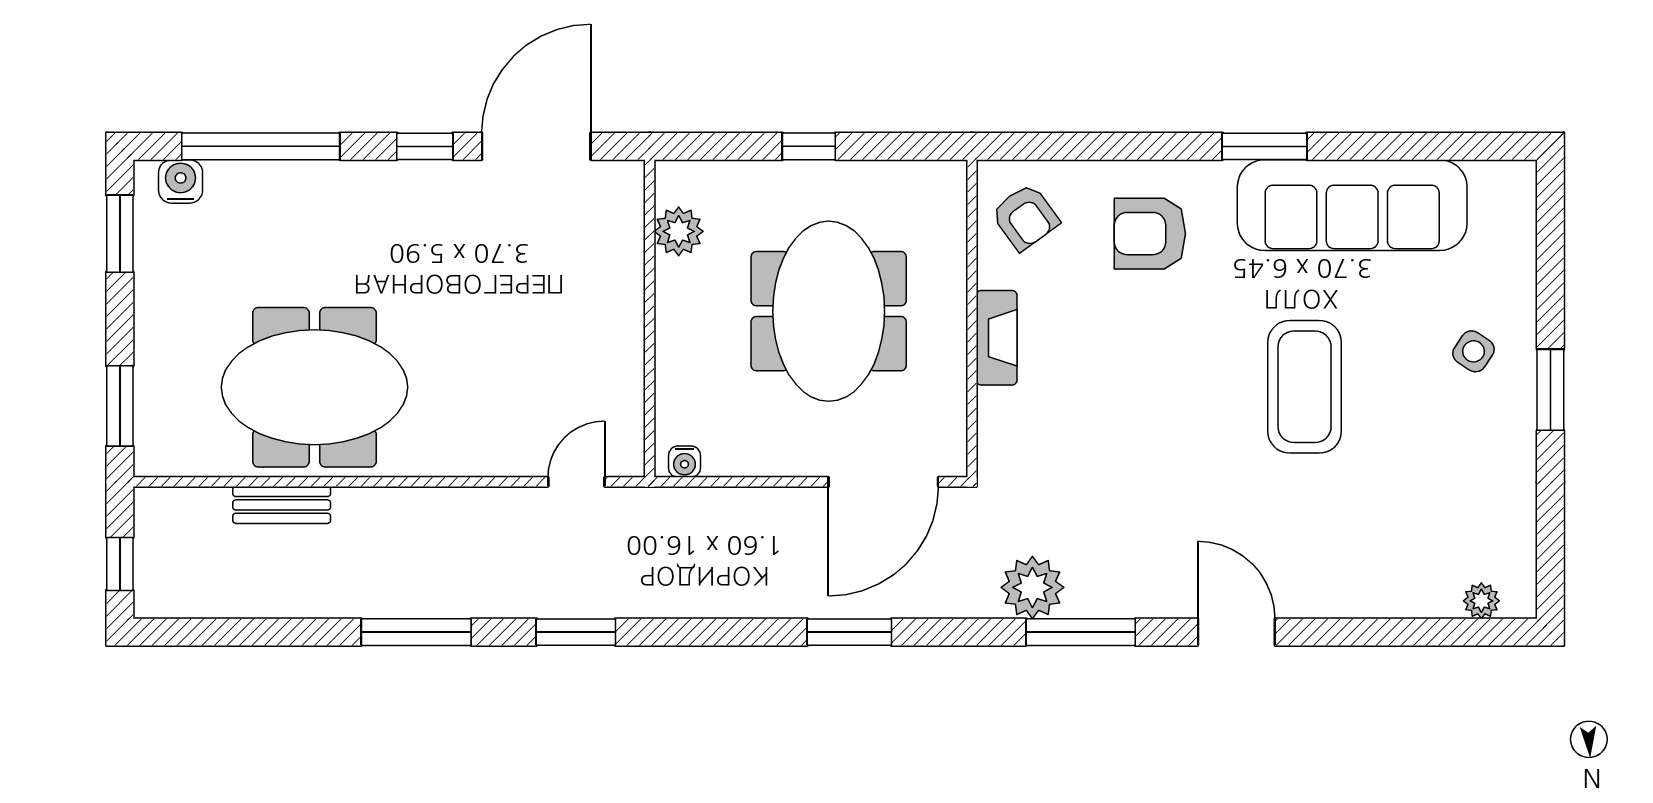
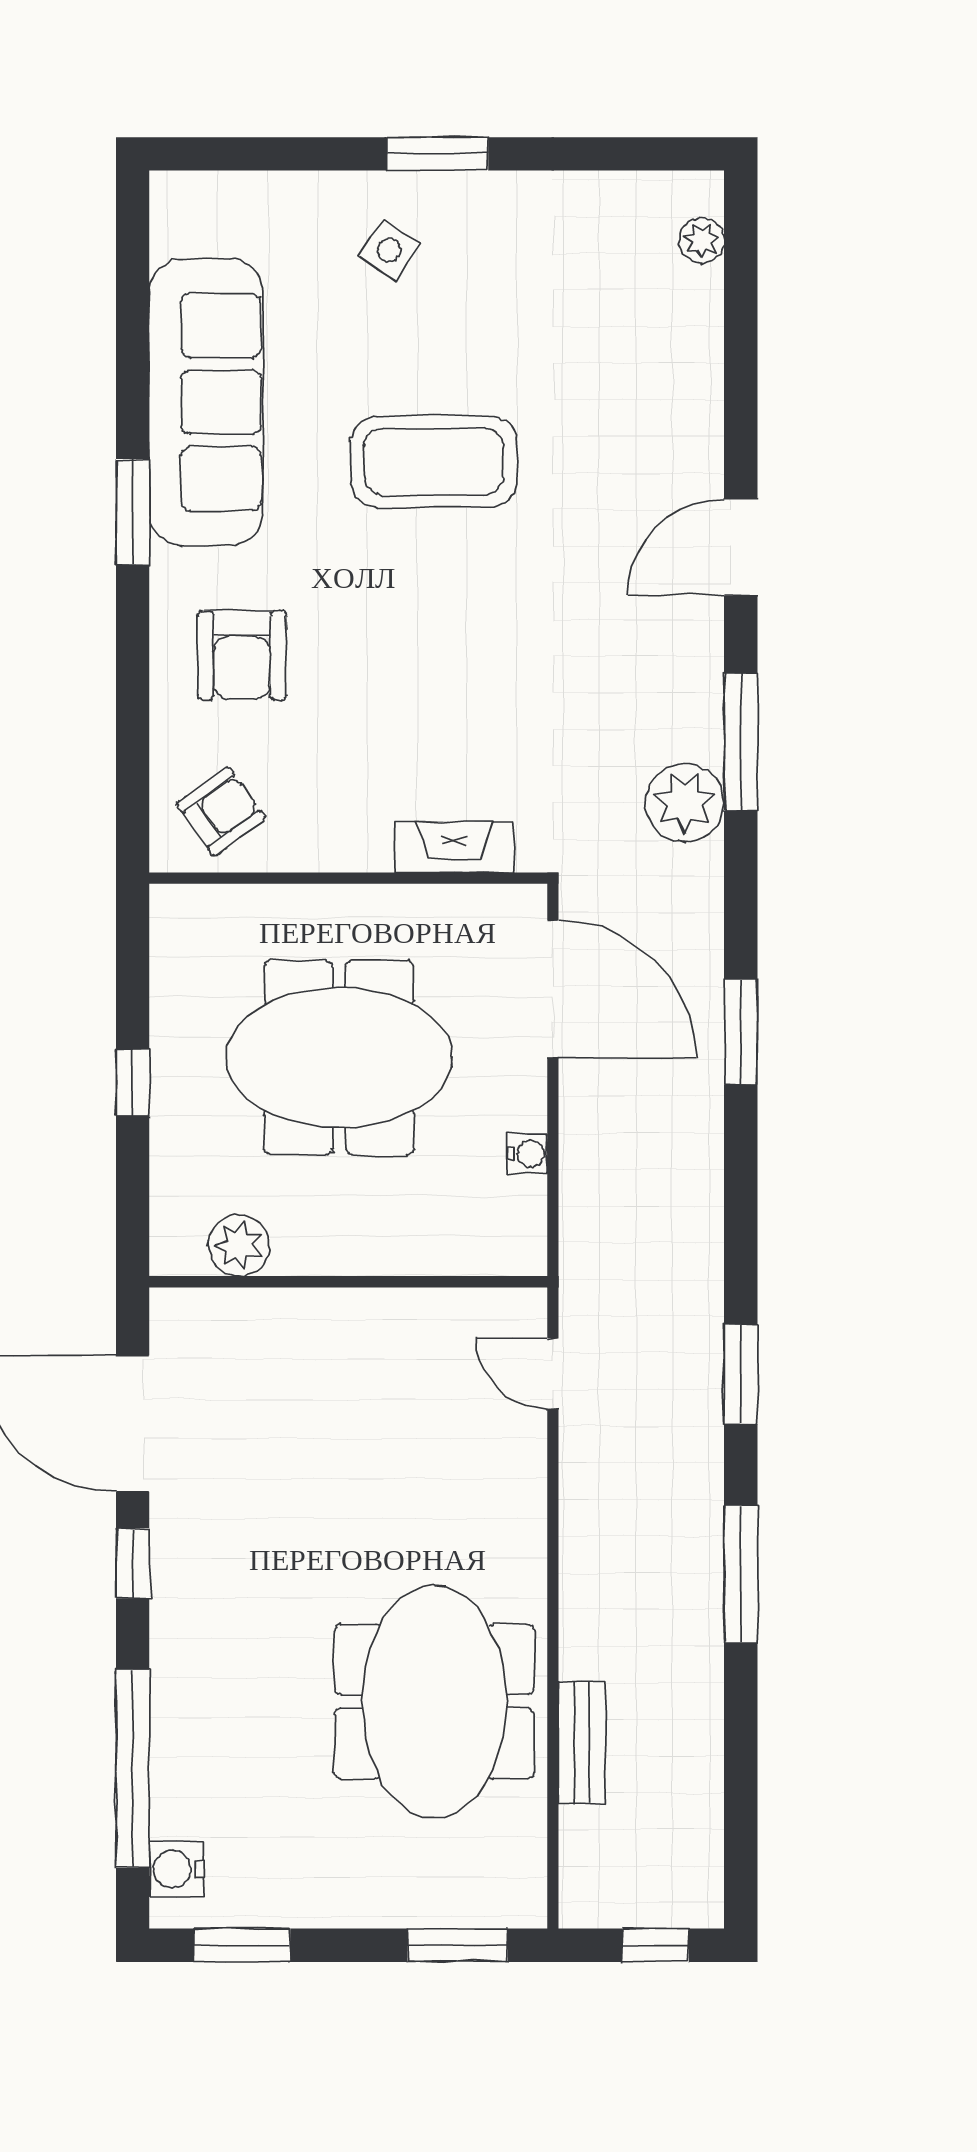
fireplace: (997, 338) -> (454, 847), moved
water cooler: (685, 462) -> (527, 1154), moved

